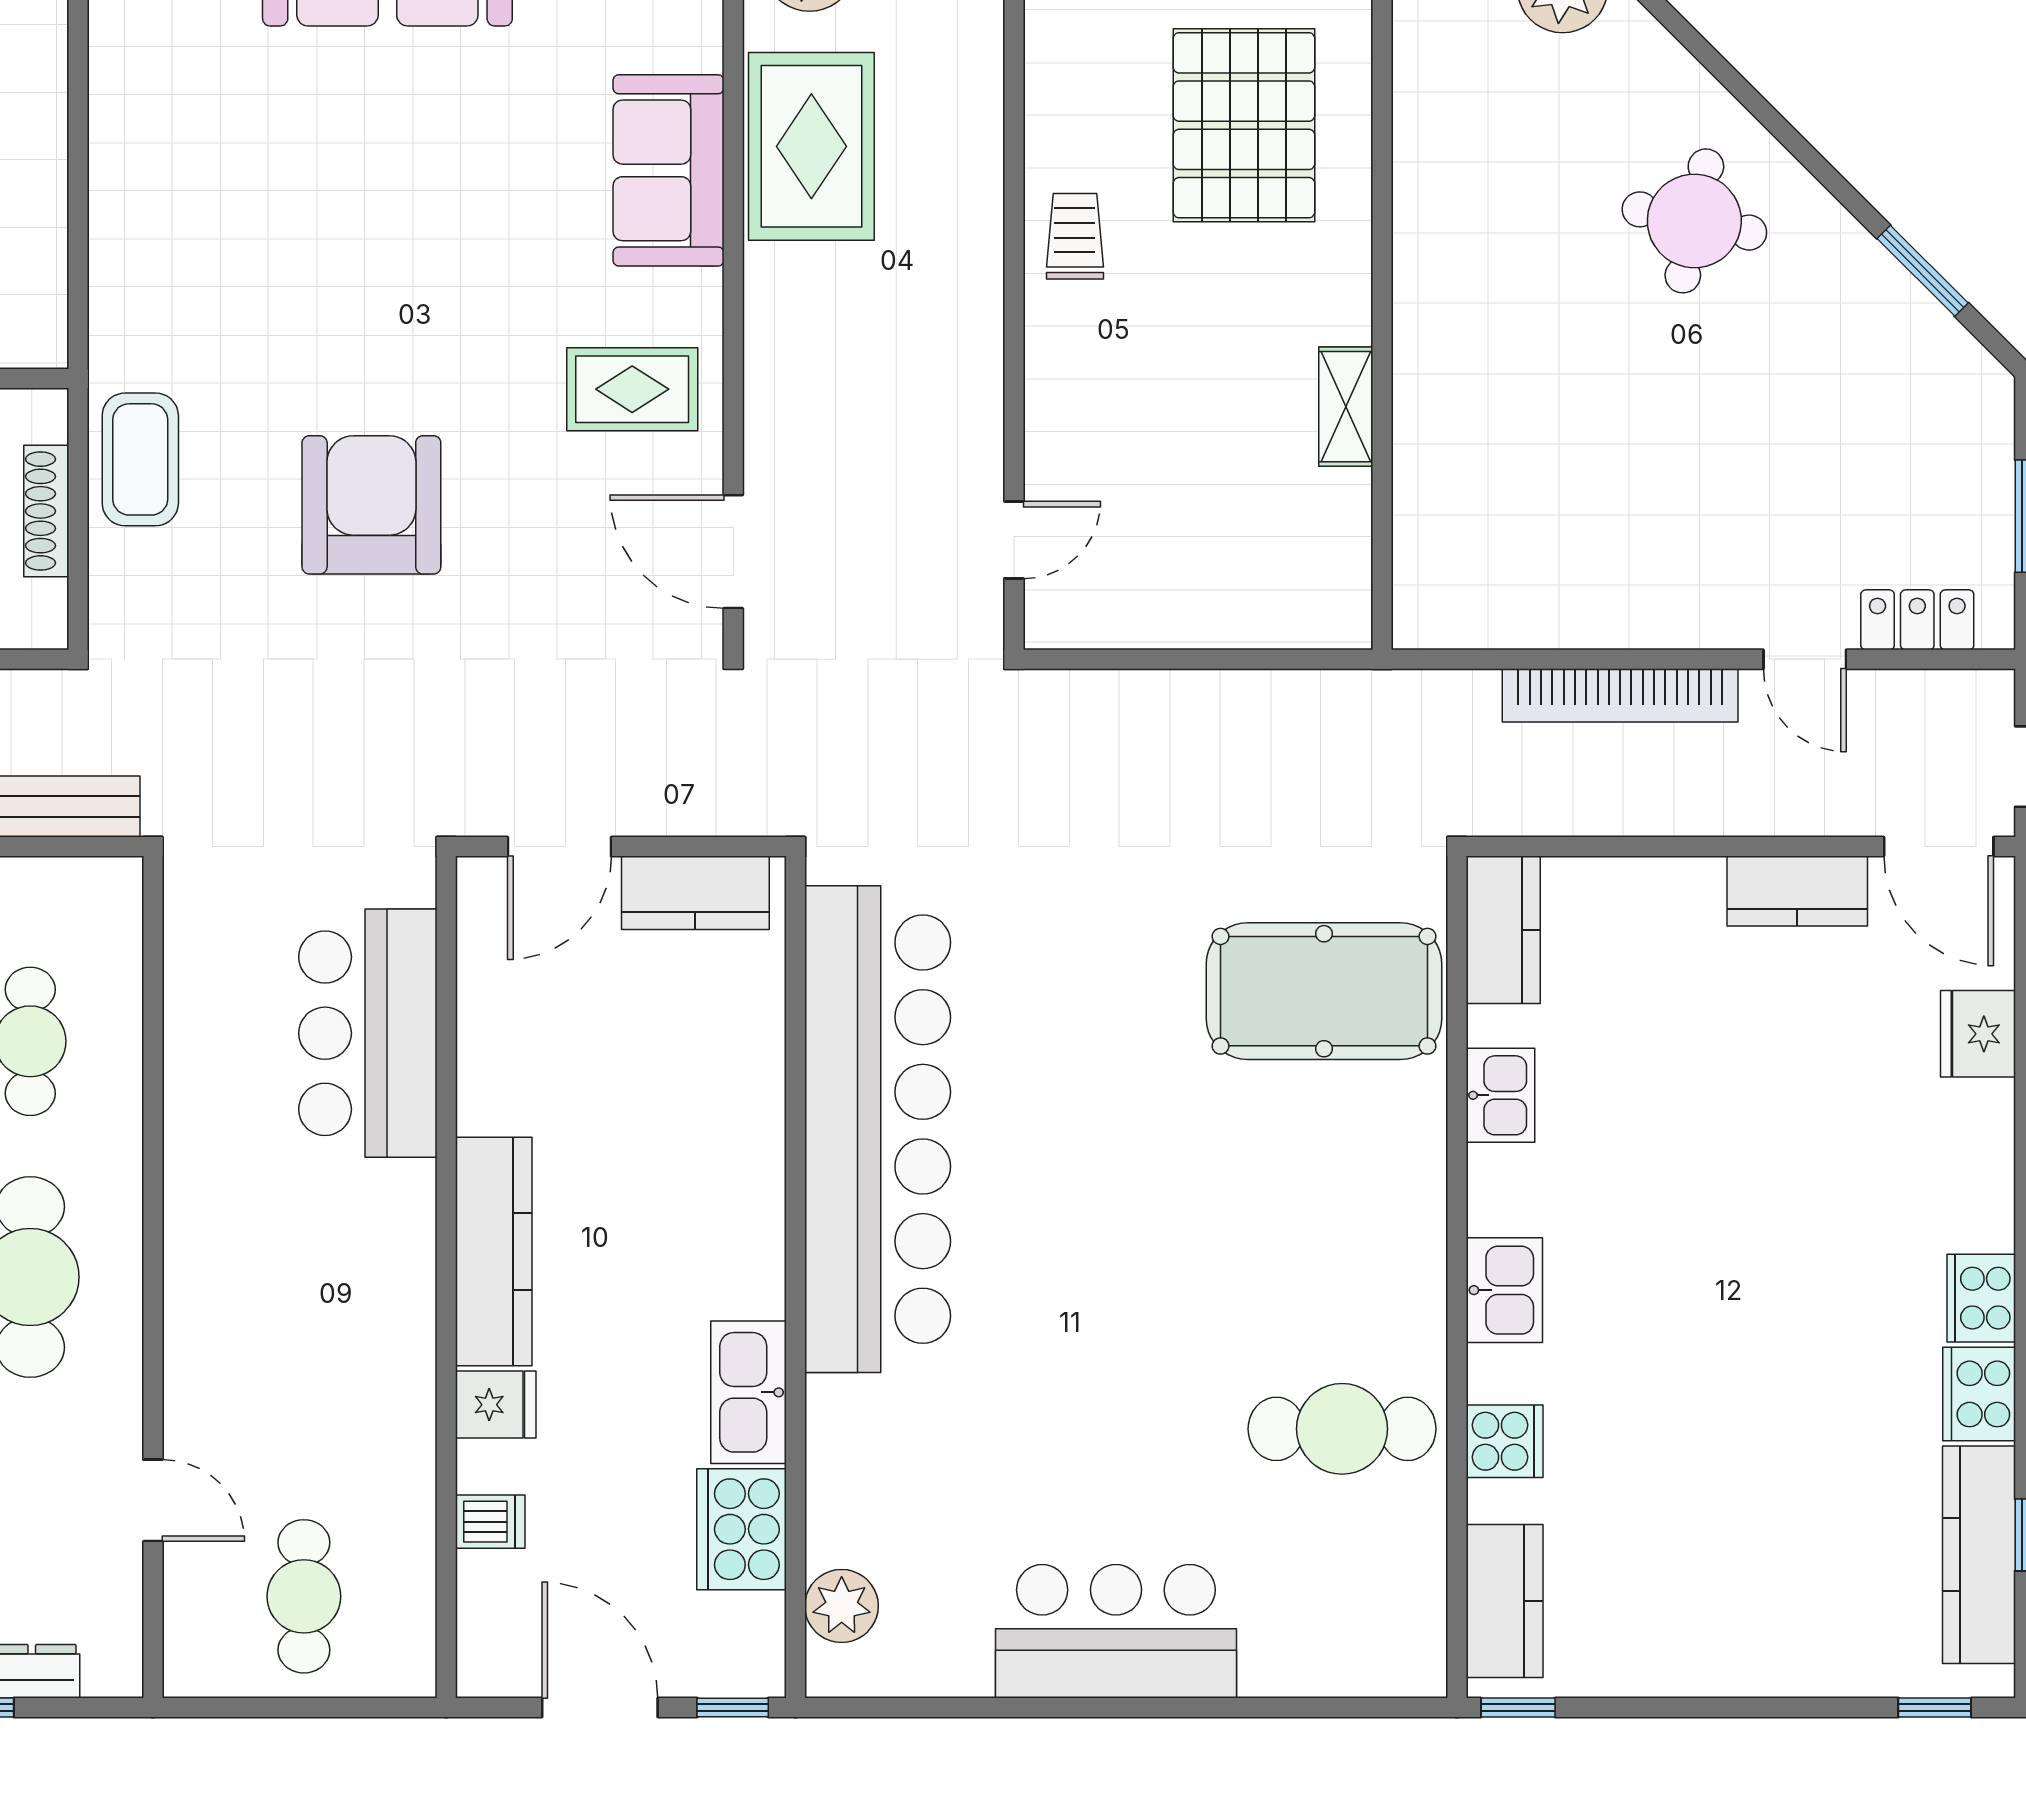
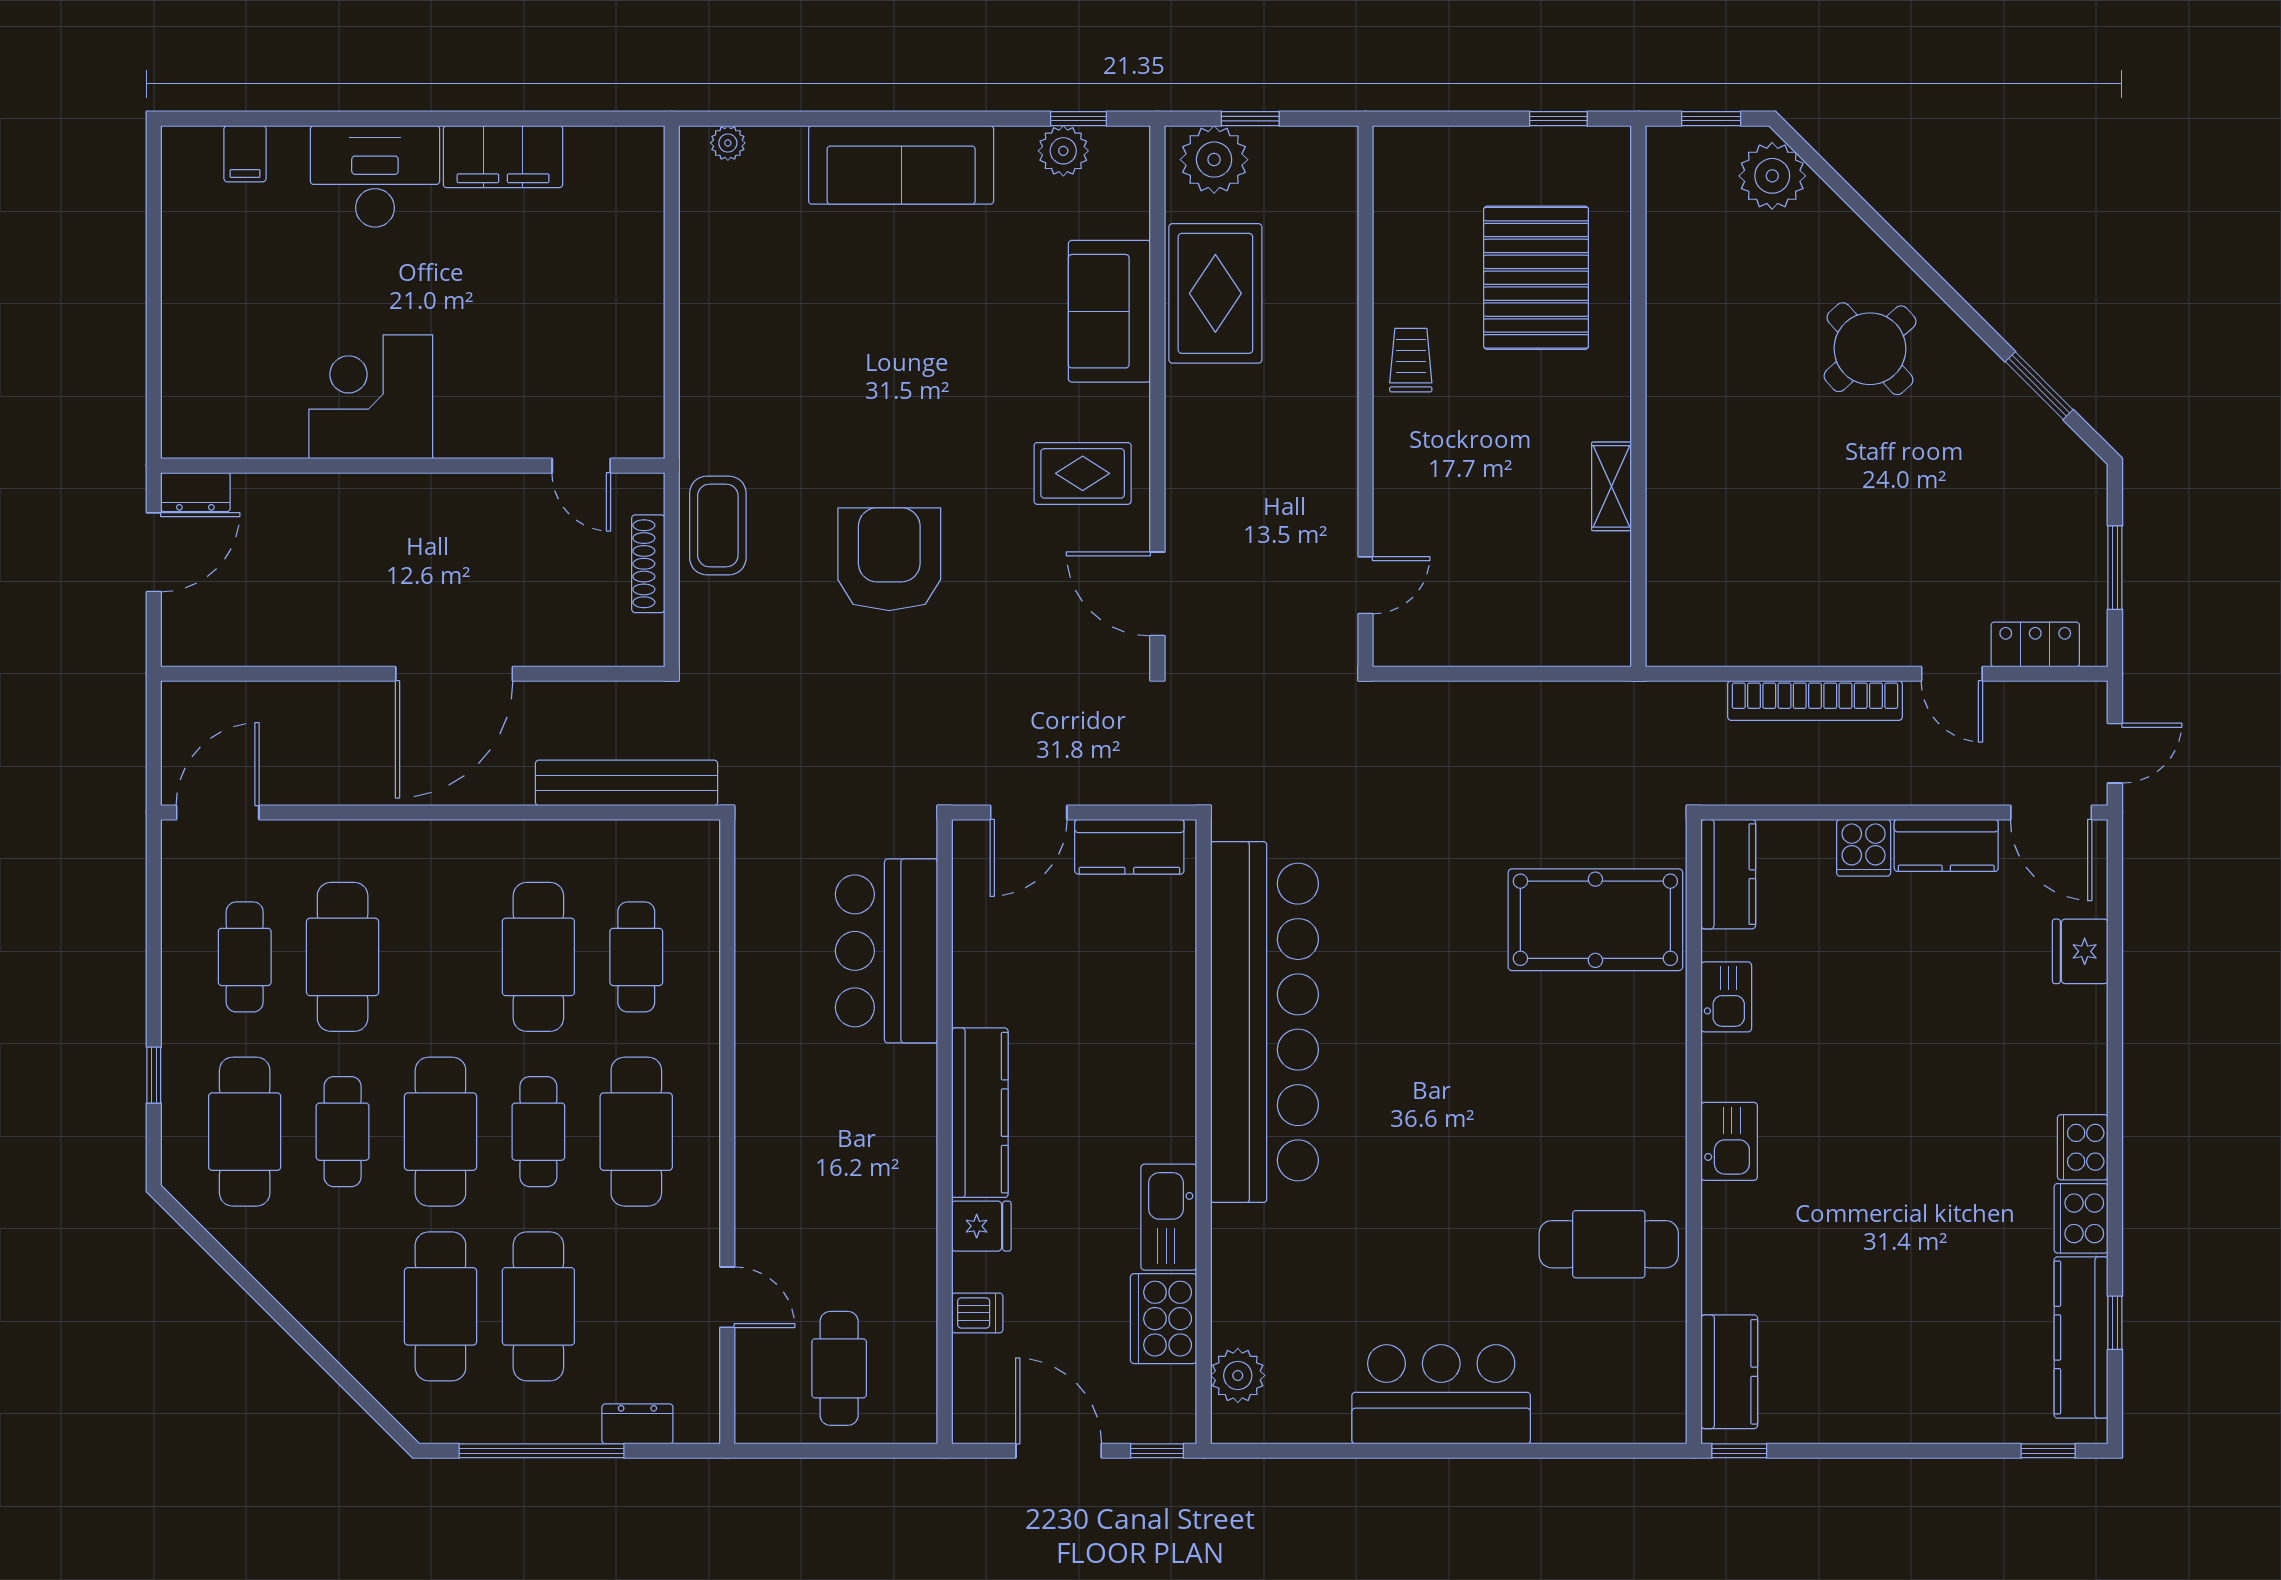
round table: (1694, 221) -> (1870, 349), turned 36
cooker: (1505, 1441) -> (1864, 848), moved, turned 90

